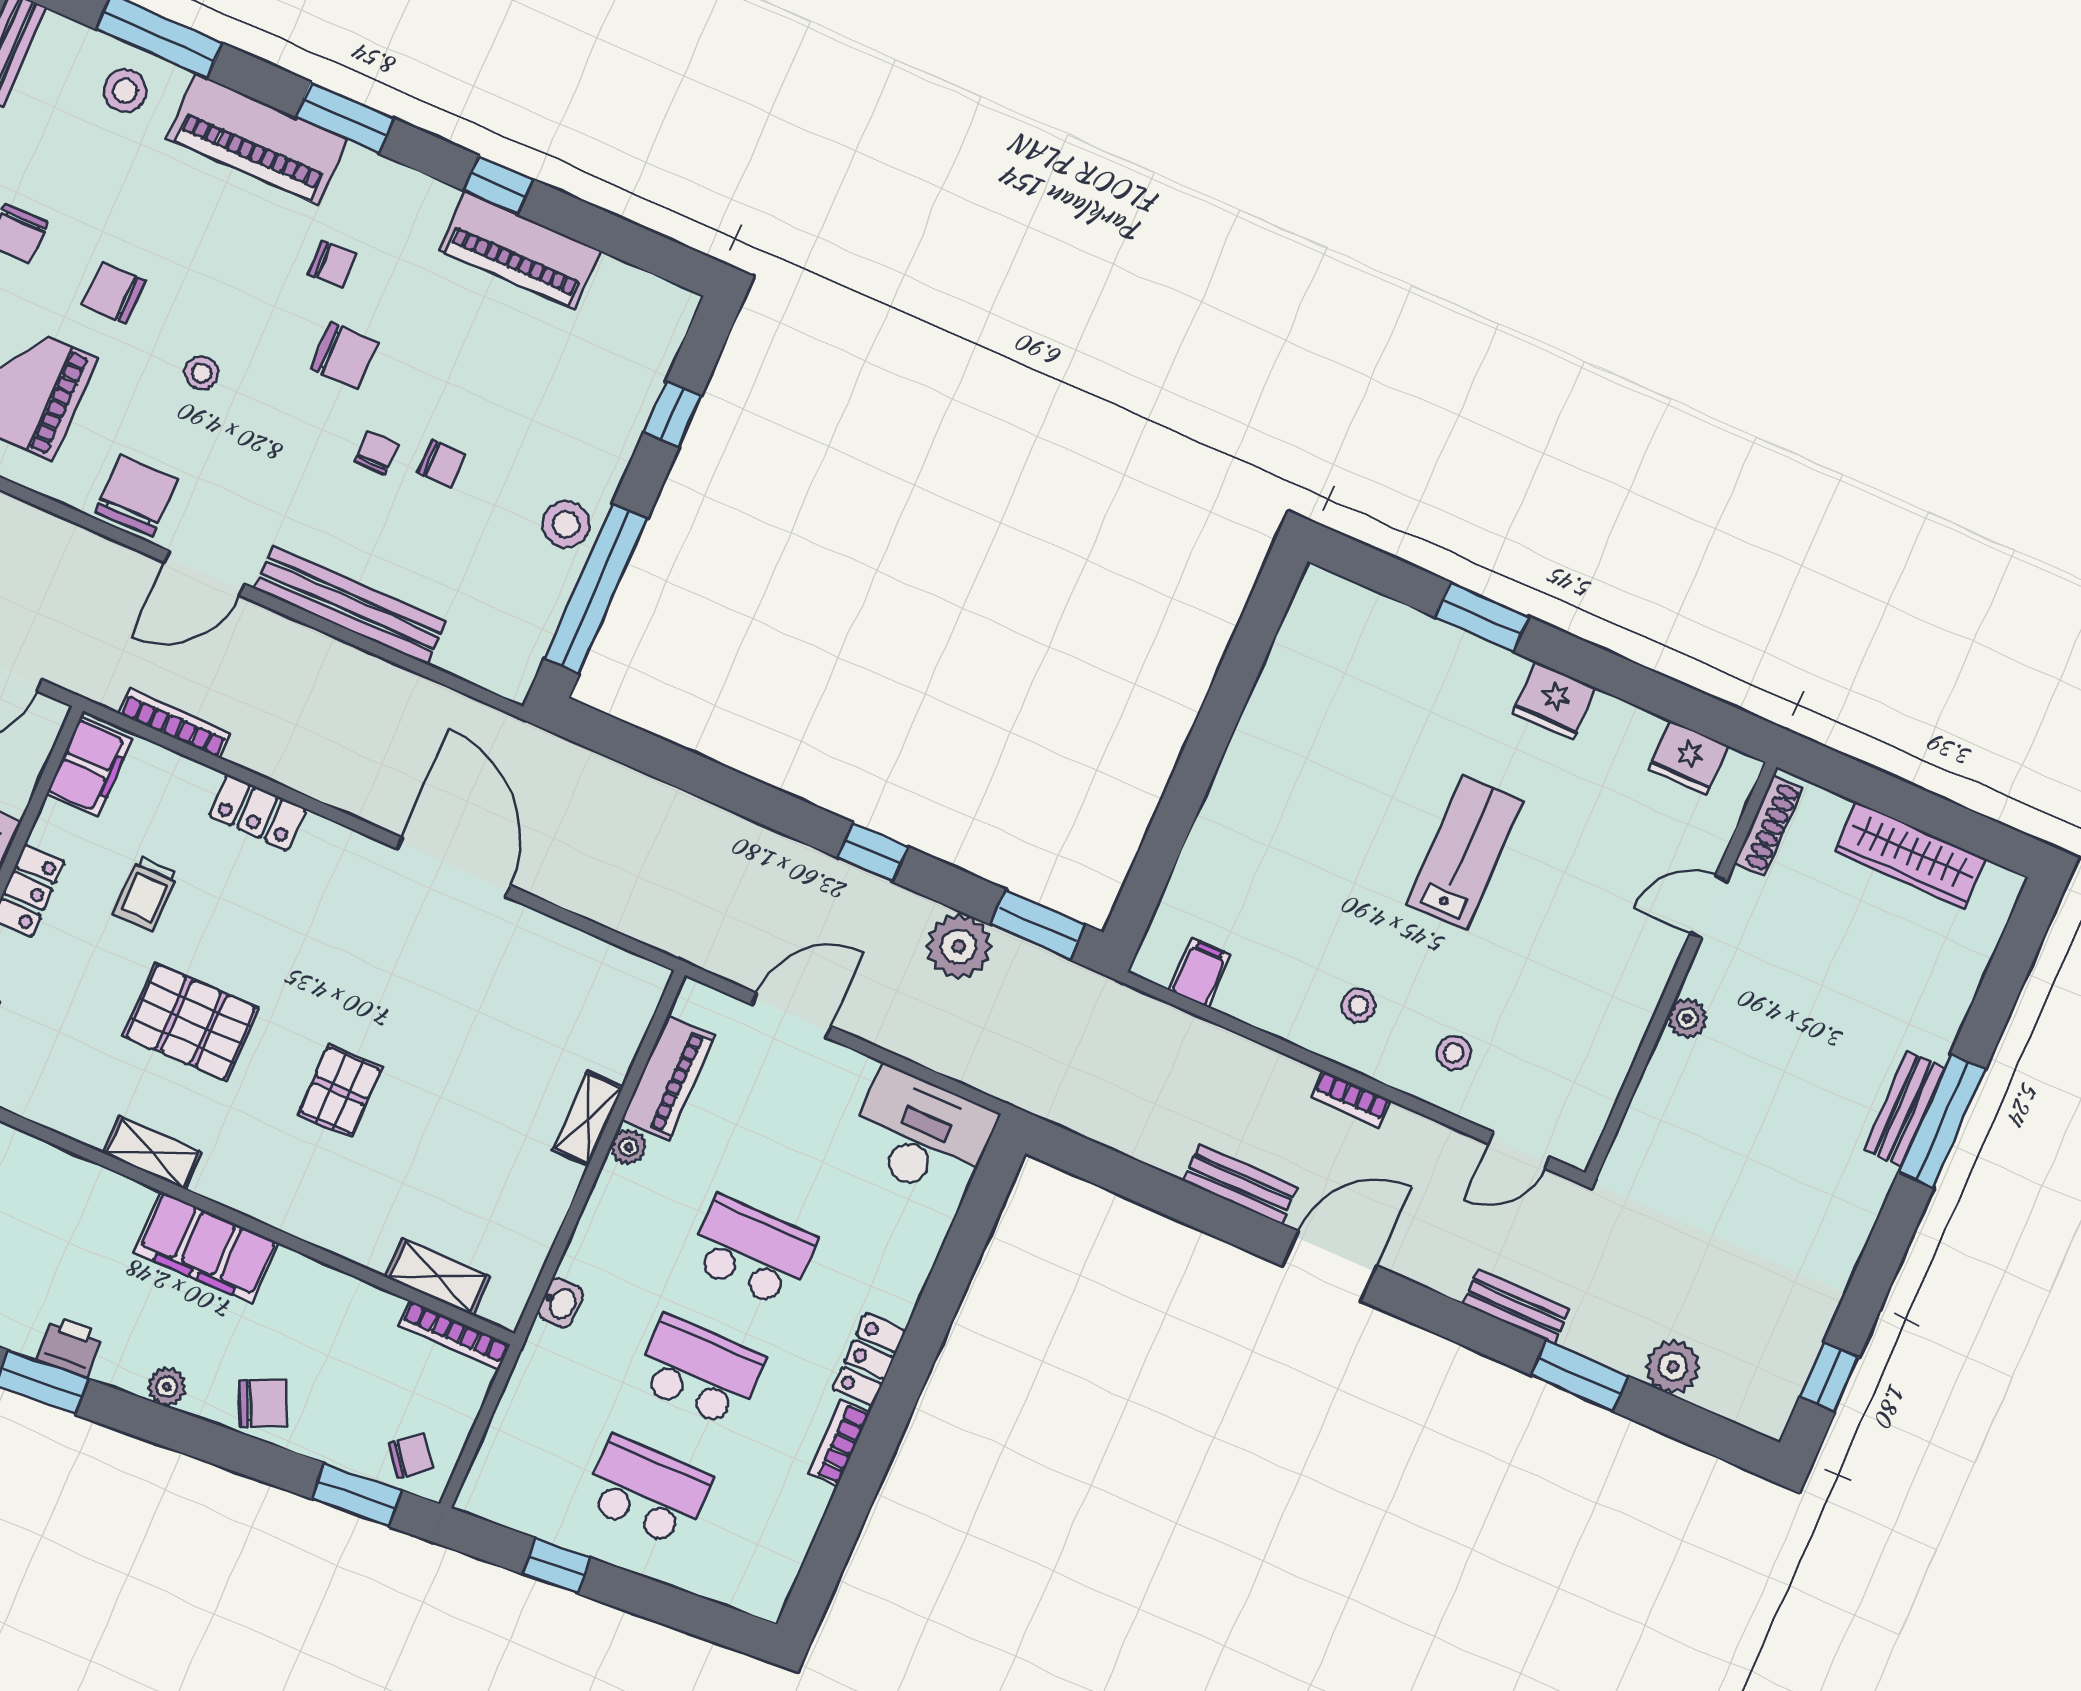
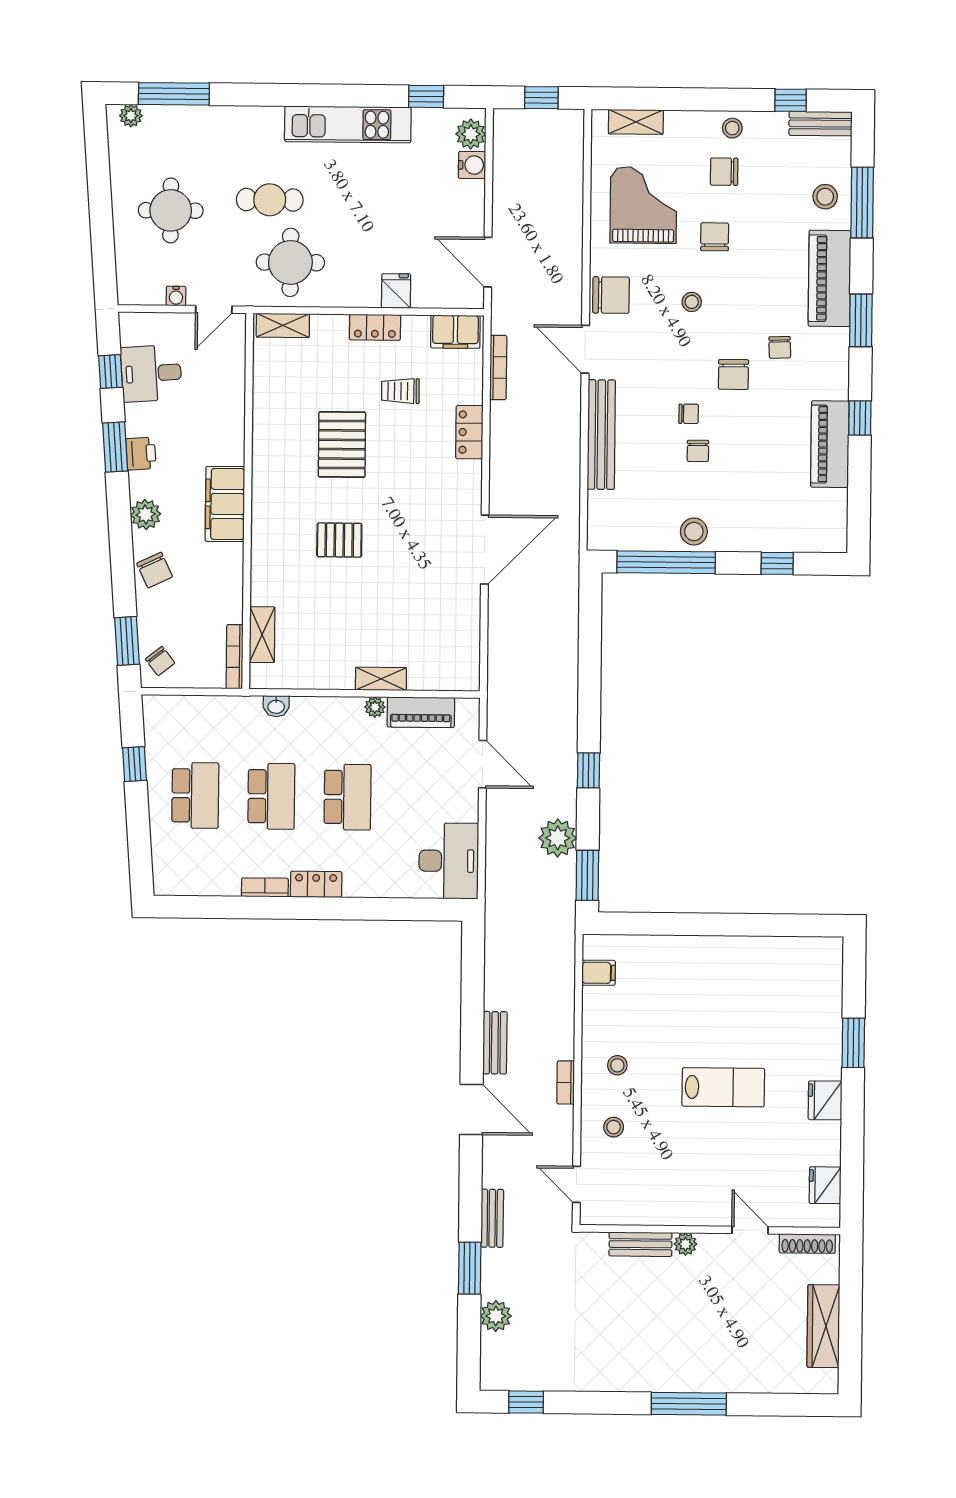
bench: (1904, 1109) -> (640, 1244), moved
shelving: (152, 1153) -> (263, 454), removed
plant: (167, 1387) -> (146, 515), width x1.38, depth x1.38

